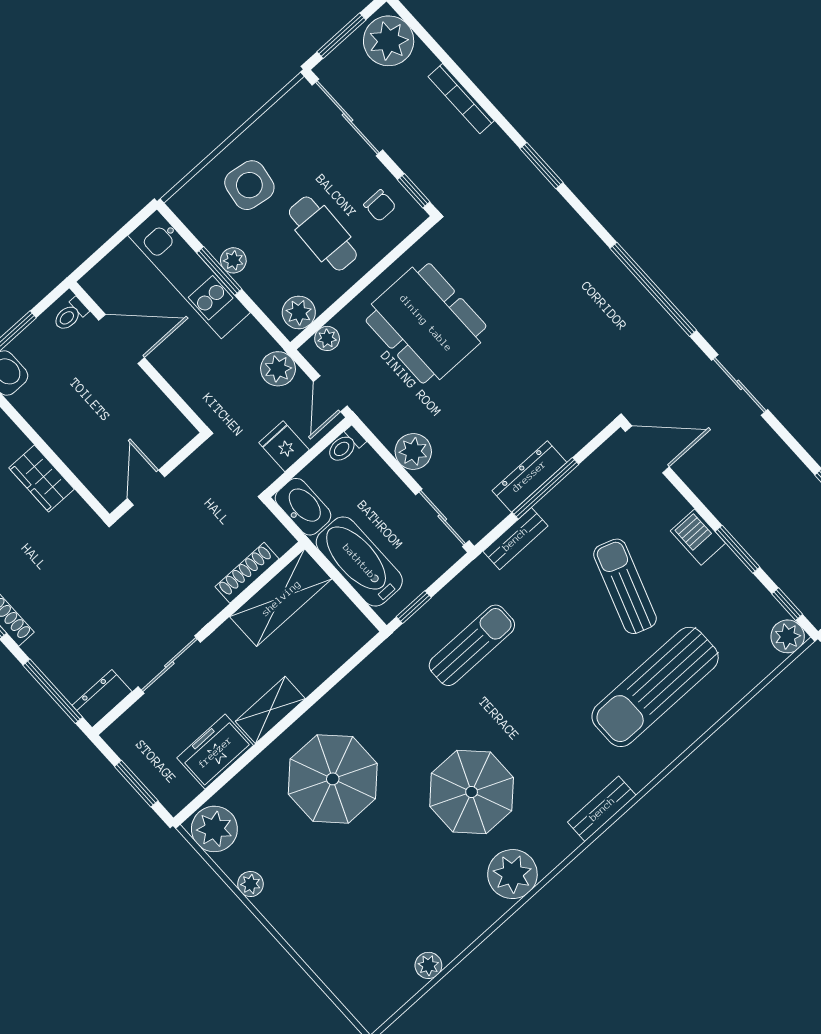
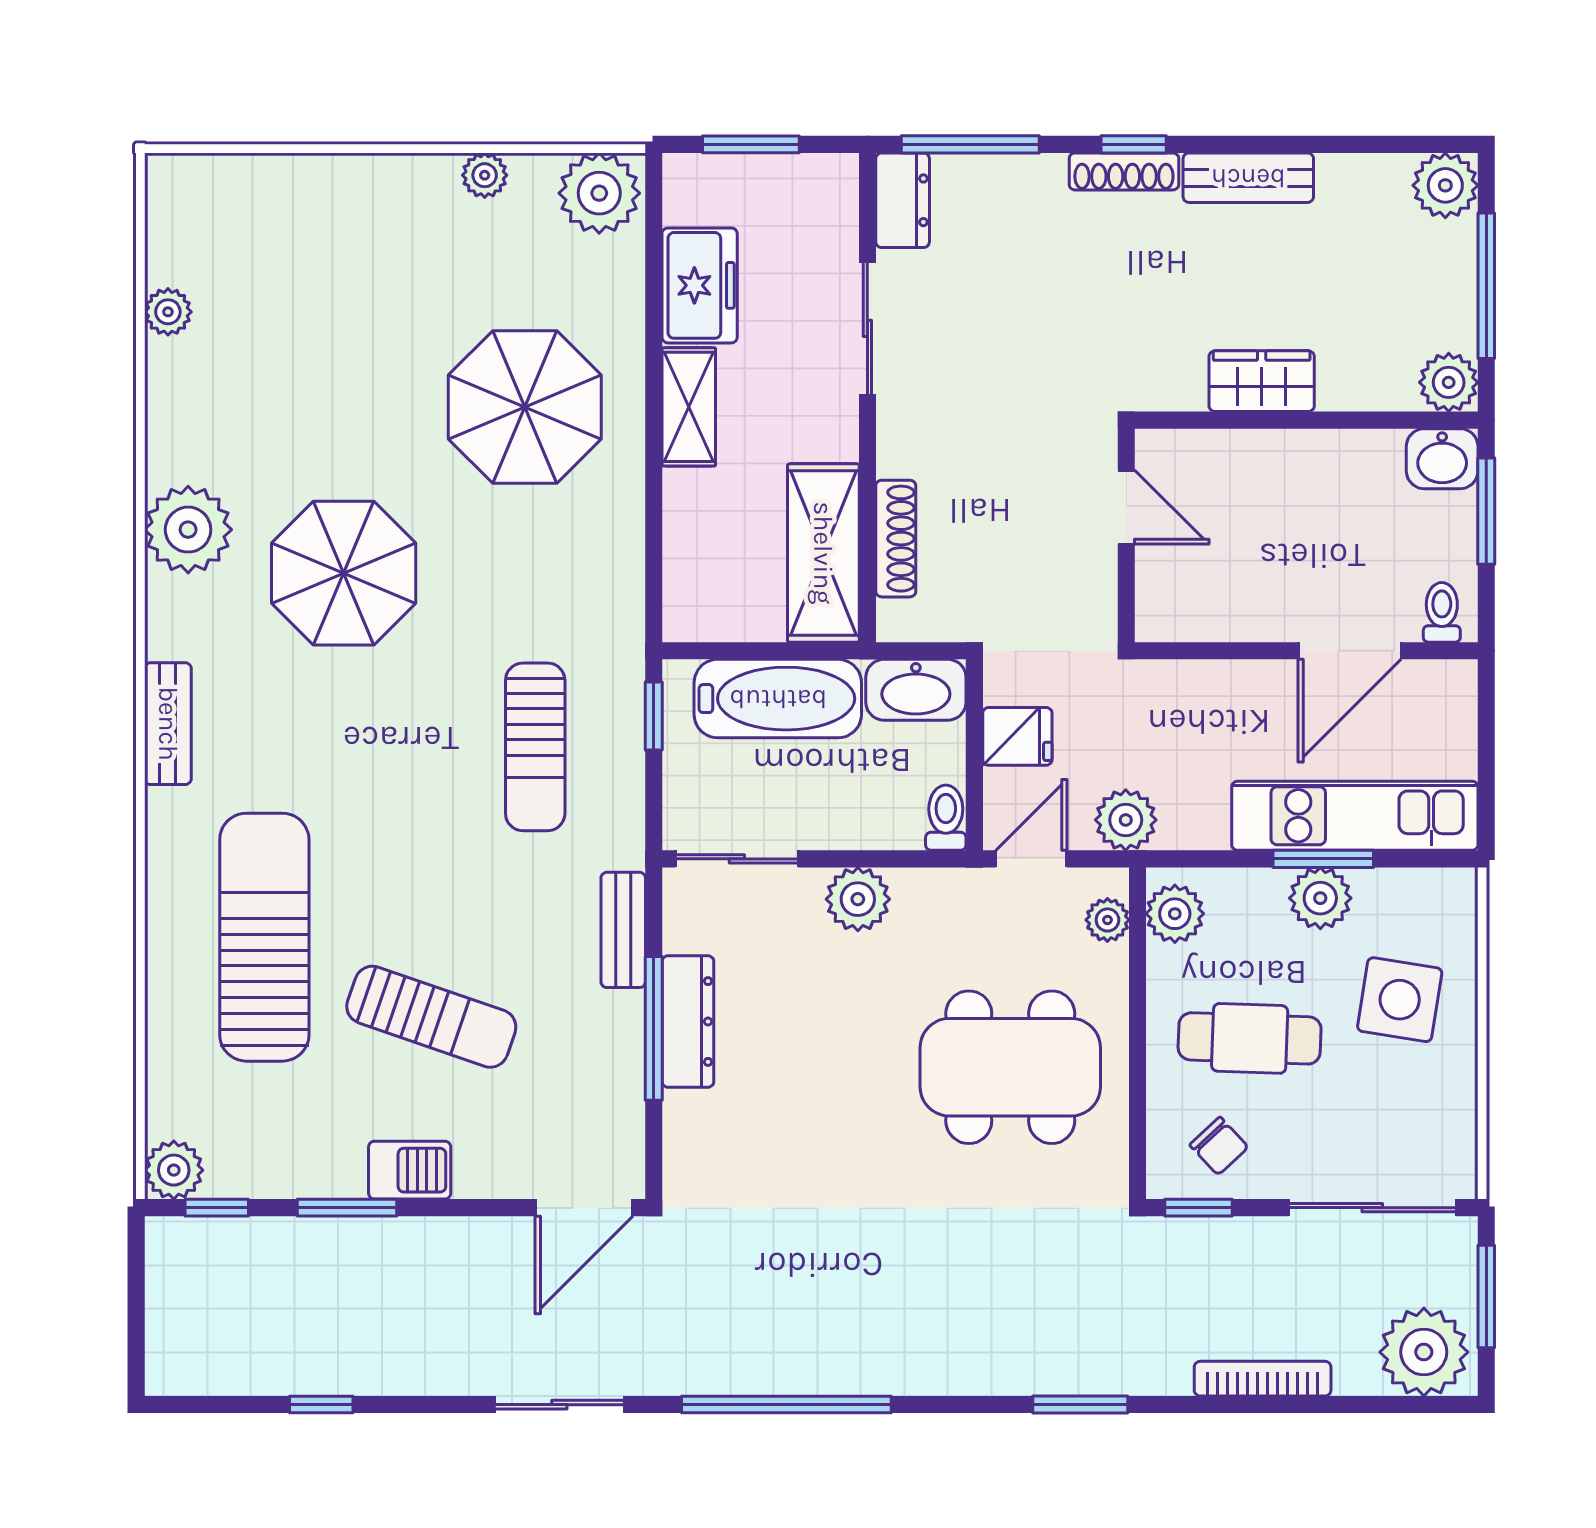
chair: (380, 206) -> (1219, 1146), turned -133
plant: (233, 260) -> (1320, 898), width x1.38, depth x1.38
door: (330, 394) -> (1031, 859), hinge flipped

